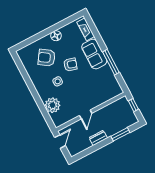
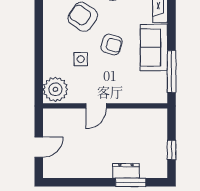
wall: (91, 112) -> (105, 106), moved
door: (86, 114) -> (96, 106), moved
dresser: (98, 138) -> (126, 171), moved

